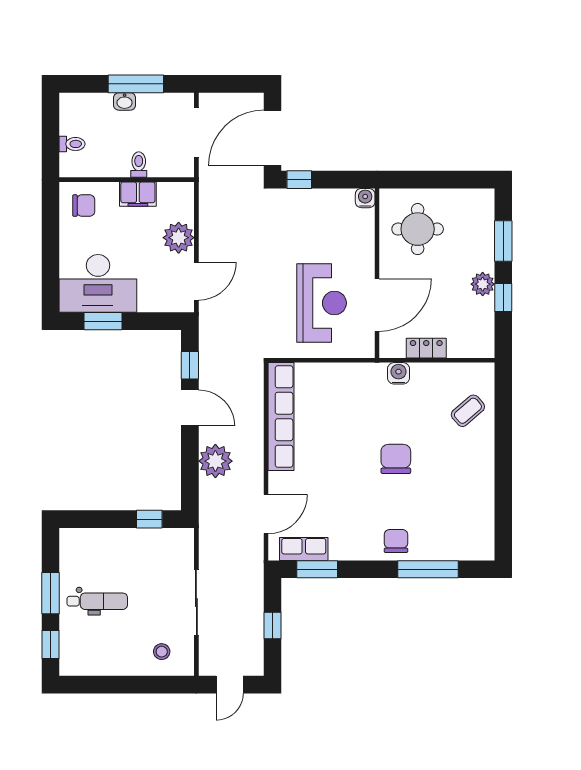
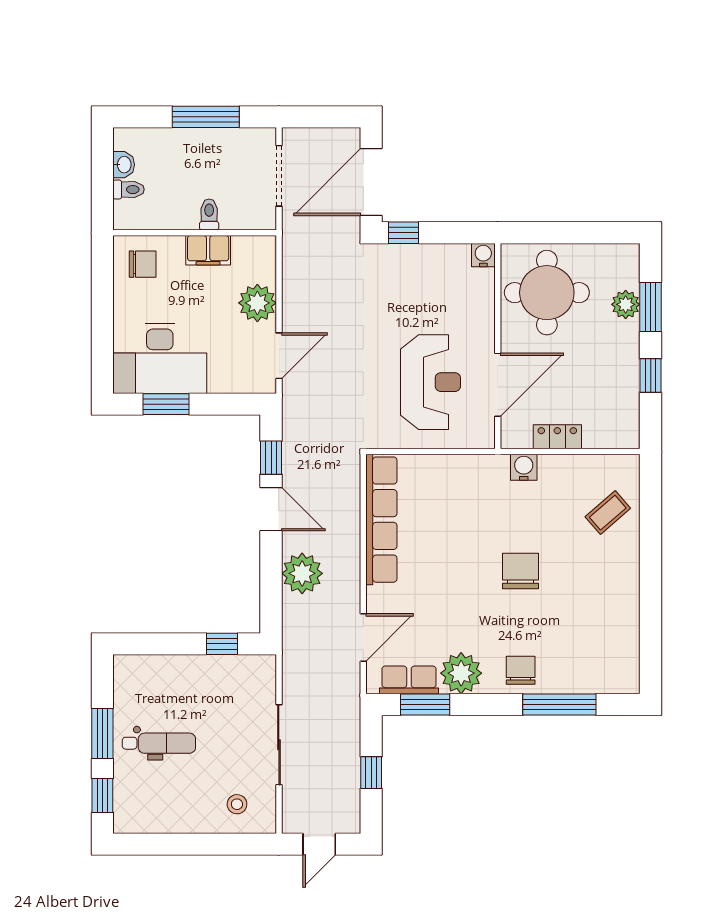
washbasin: (125, 101) -> (124, 165), moved, turned -90
round table: (418, 229) -> (547, 293), width x1.36, depth x1.36
plant: (483, 284) -> (626, 304), moved
plant: (347, 543) -> (461, 673), added

